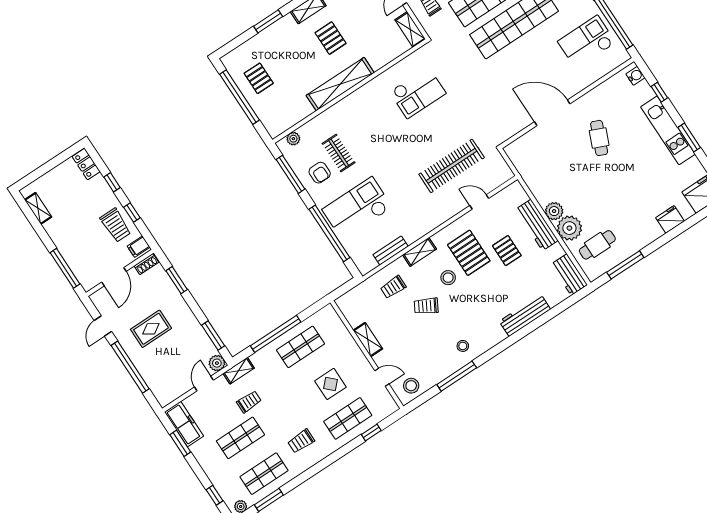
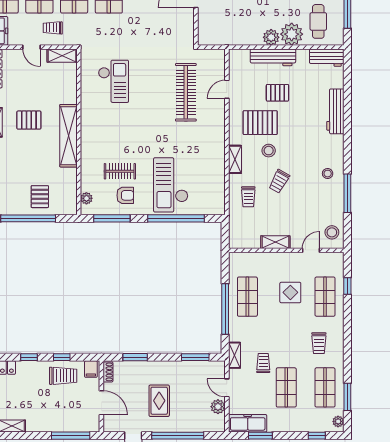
pallet: (259, 78) -> (40, 197), moved, turned 90
bench: (391, 250) -> (219, 181), removed
plant: (217, 363) -> (218, 407), moved

